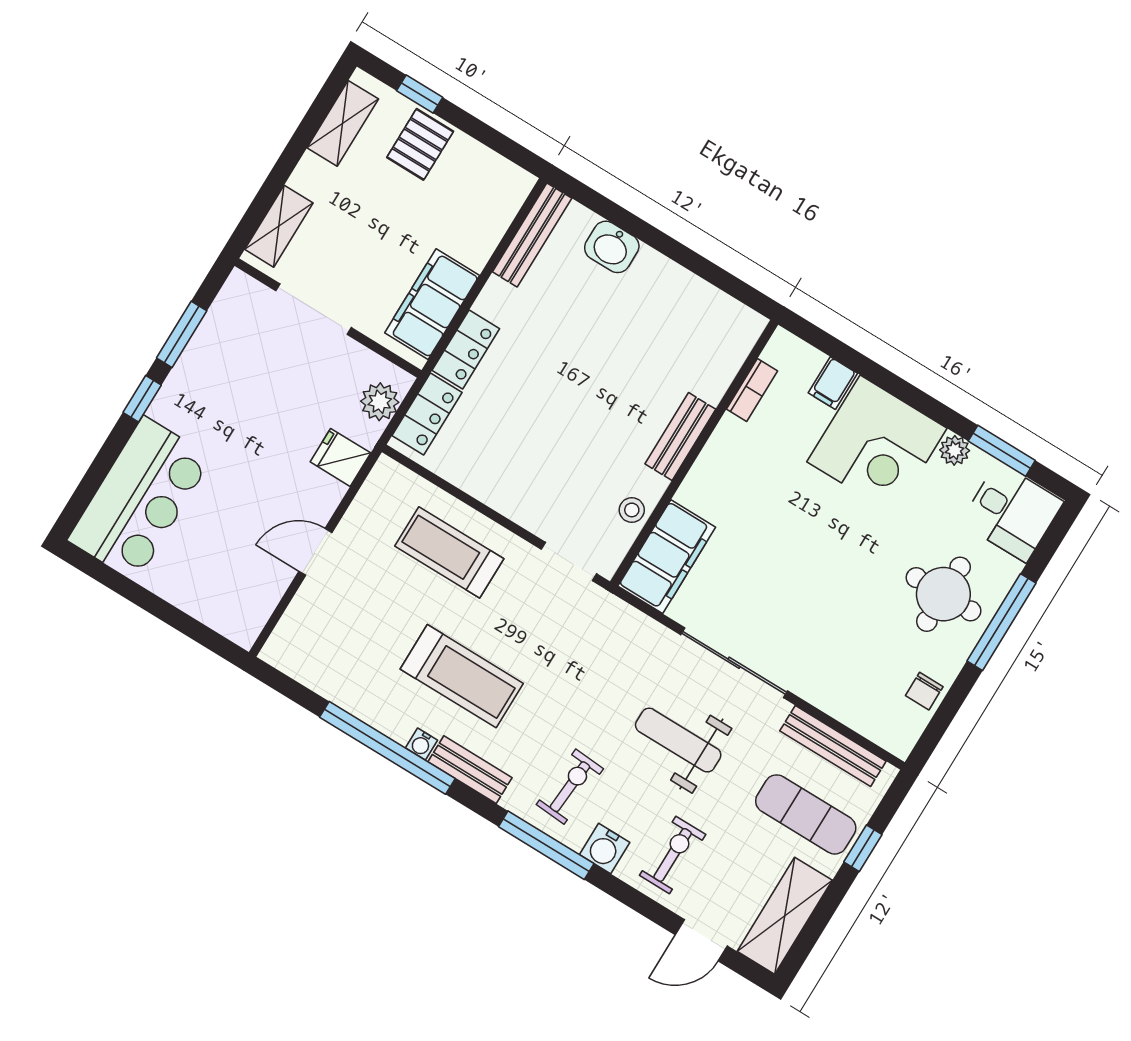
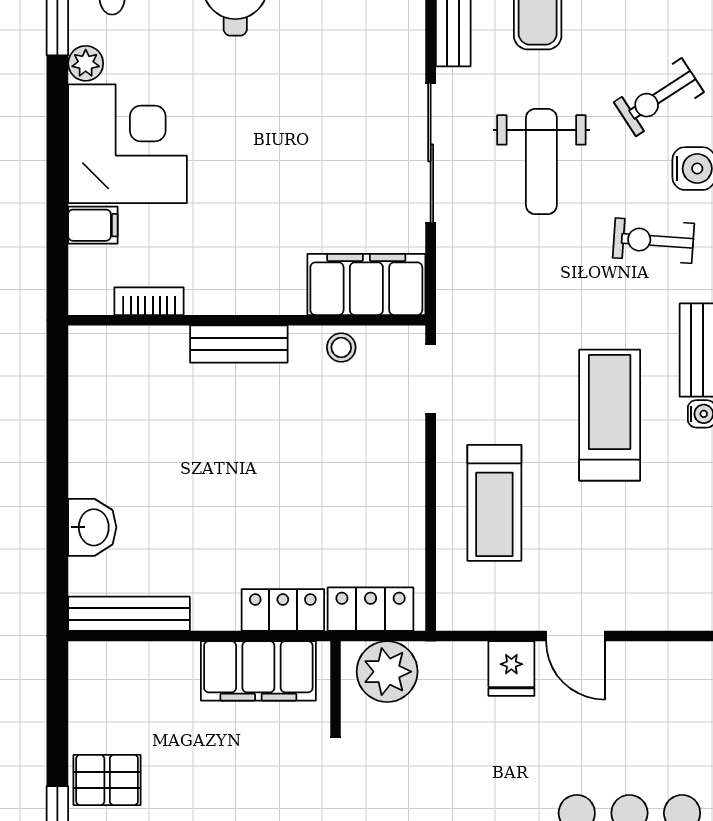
plant: (380, 402) -> (387, 672), width x1.36, depth x1.36
fridge: (340, 457) -> (511, 669), moved
exercise bike: (673, 855) -> (659, 97), turned -33

